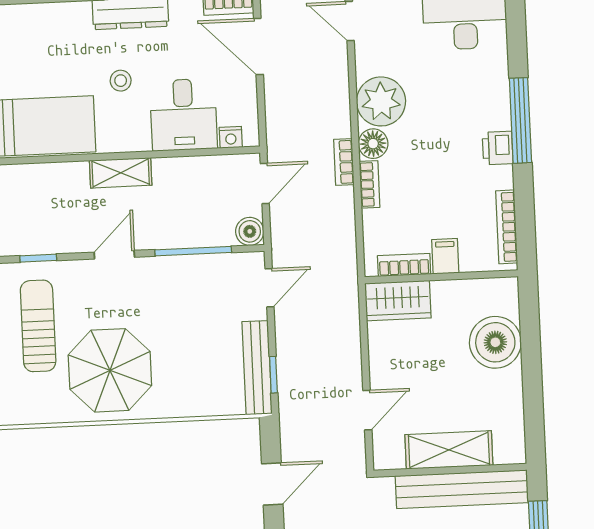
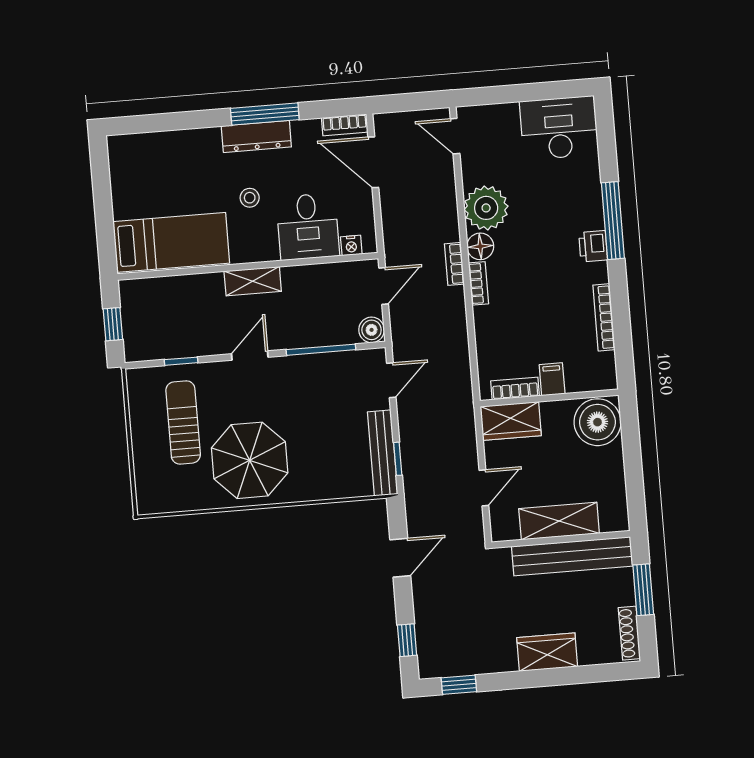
filing cabinet: (445, 256) -> (552, 379), moved
bookcase: (404, 265) -> (515, 388), moved
wall: (441, 277) -> (549, 398), moved
wardrobe: (398, 301) -> (511, 421), moved

